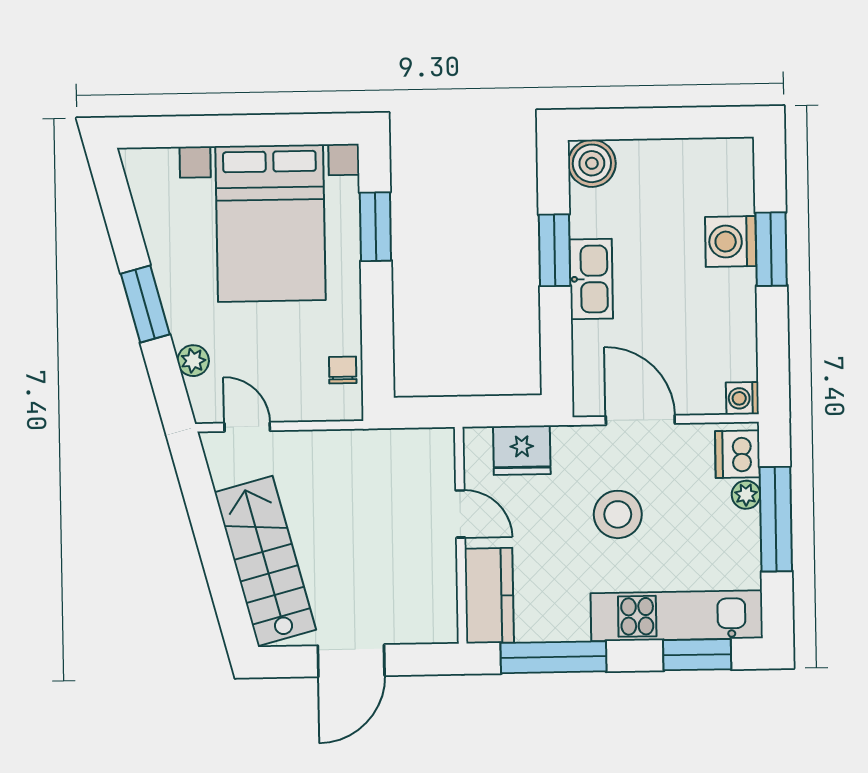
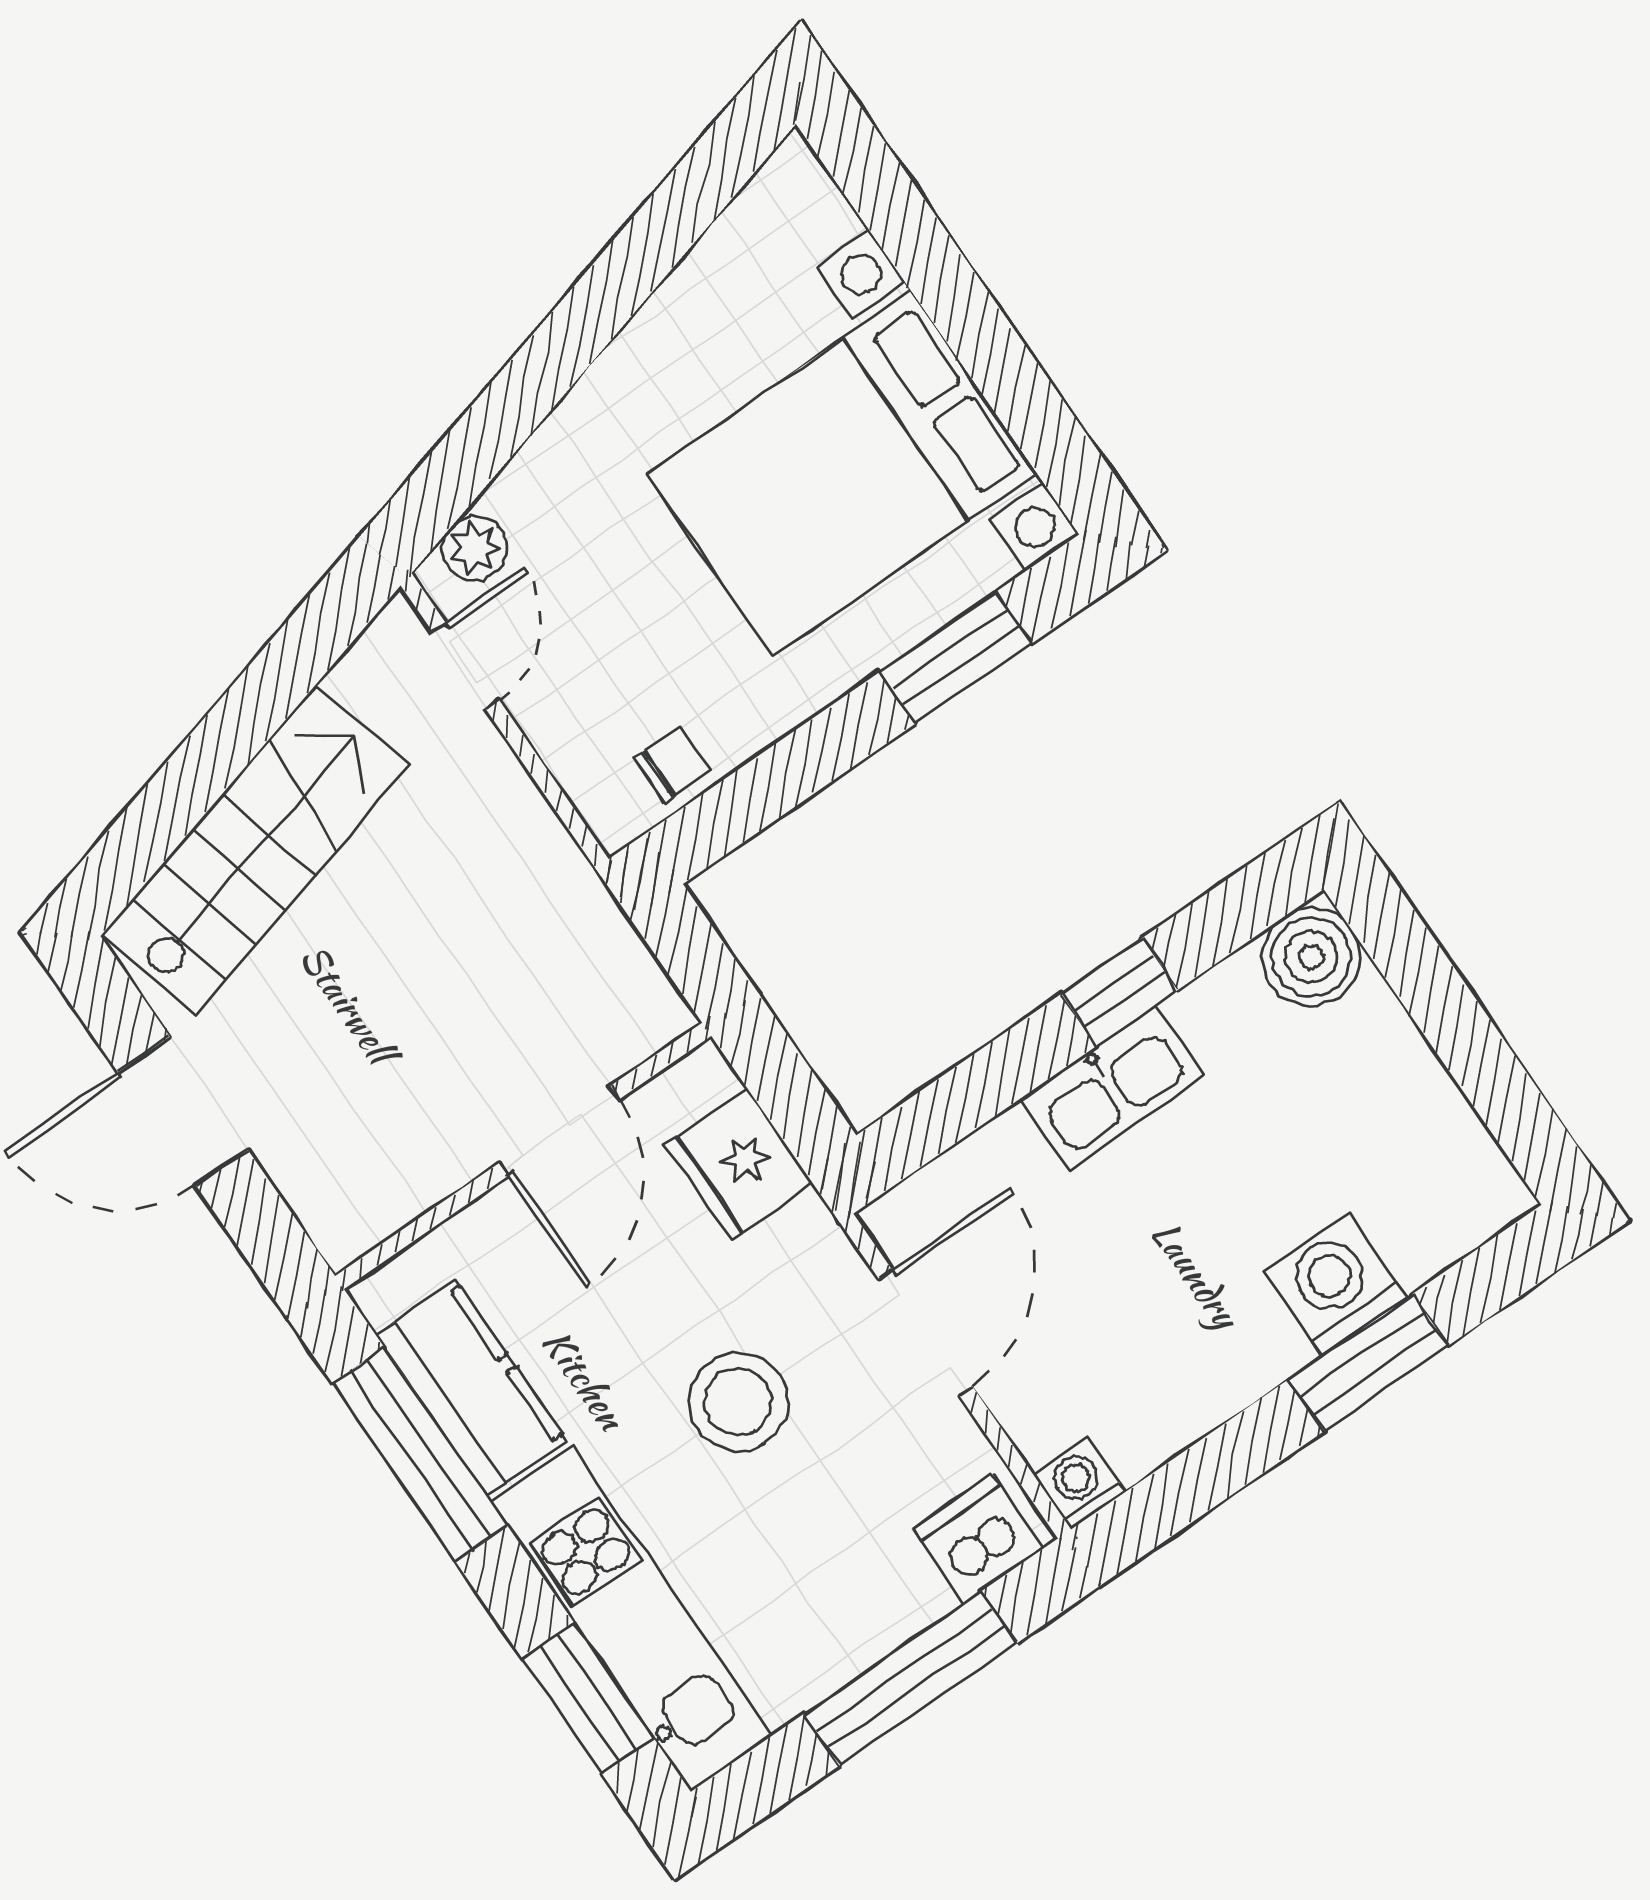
window: (554, 250) -> (1119, 992), width x0.67
window: (145, 304) -> (560, 351), removed
plant: (193, 361) -> (475, 548), moved
plant: (746, 495) -> (918, 1600), removed
door: (460, 514) -> (559, 1131), width x1.38
kitchen counter: (489, 596) -> (471, 1388), moved, turned -90

